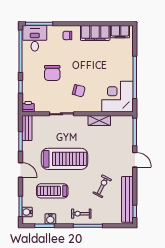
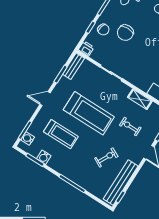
chair: (79, 91) -> (103, 30), moved
door: (21, 170) -> (45, 99), swing flipped
treadmill: (52, 191) -> (61, 134), turned 180
exercise bike: (81, 214) -> (130, 127), moved

